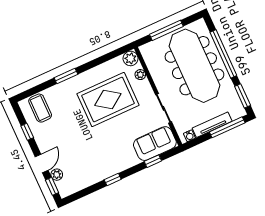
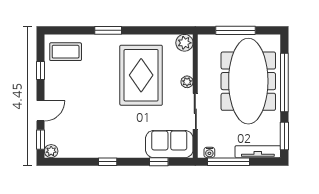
plant: (140, 75) -> (187, 82), moved
rug: (108, 99) -> (141, 75), turned 90
coffee table: (40, 108) -> (66, 52), turned 90
tv unit: (212, 125) -> (258, 152), moved
window: (227, 127) -> (229, 162), moved
plant: (57, 175) -> (51, 151), moved

